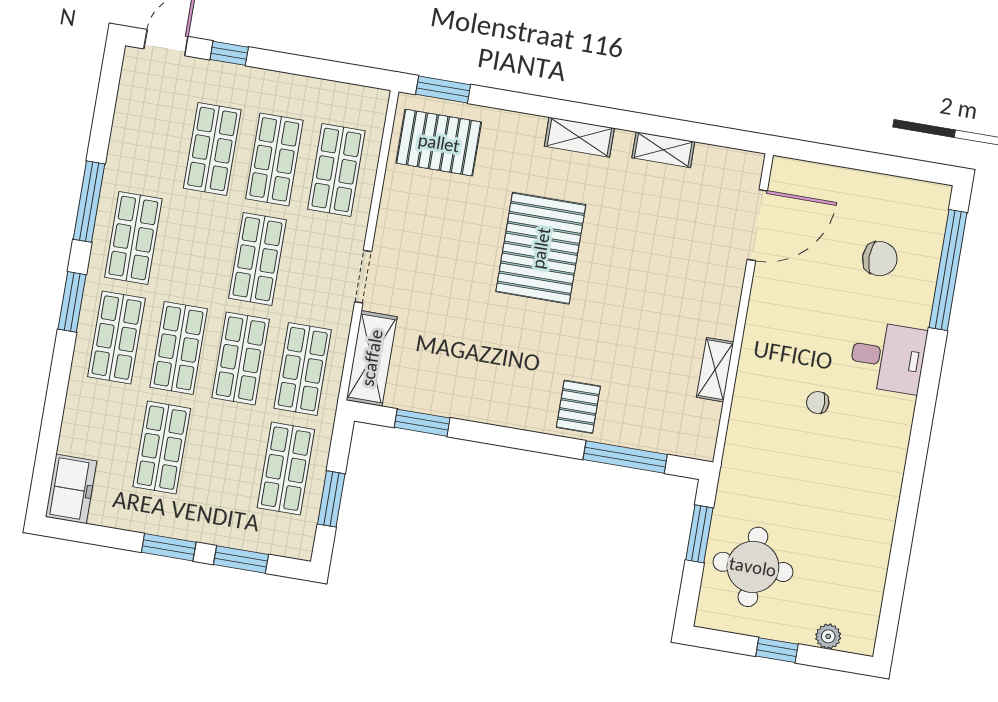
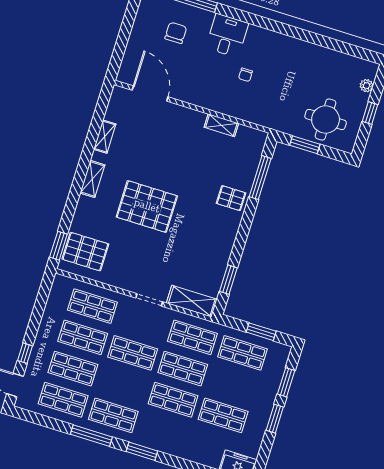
pallet: (439, 143) -> (85, 252), turned 90
shop shelf: (116, 338) -> (63, 400), moved

